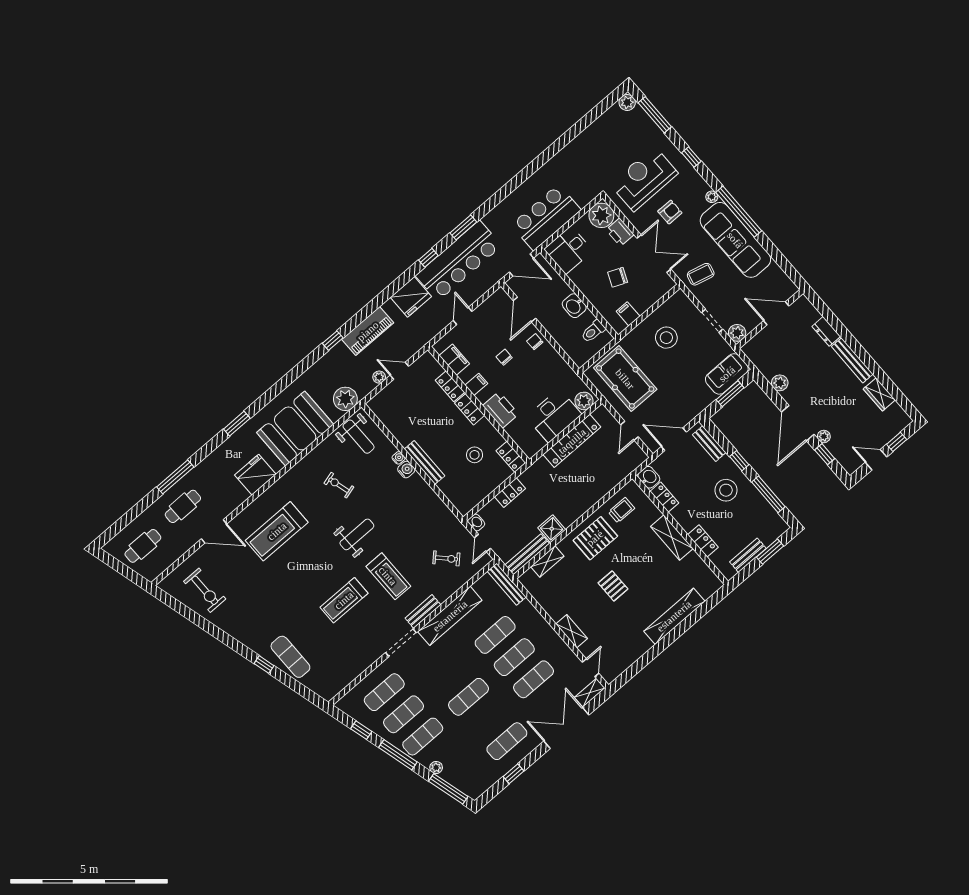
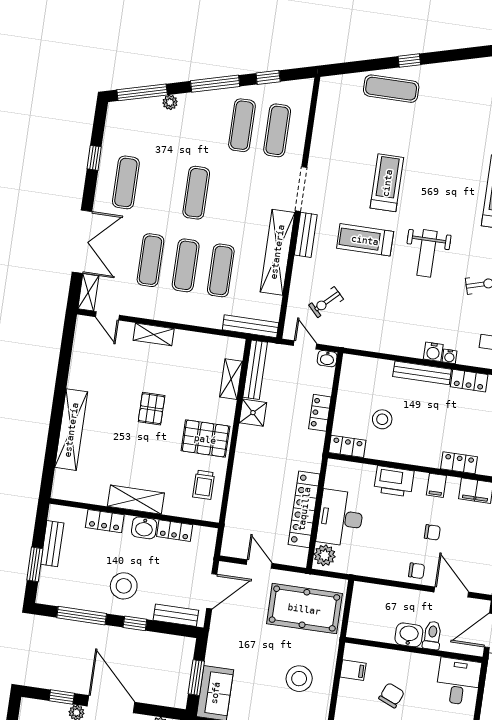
toilet: (593, 331) -> (432, 635), moved
locker: (470, 409) -> (469, 381), moved, turned 180
washbasin: (649, 477) -> (144, 528), moved
pallet: (595, 538) -> (205, 439), turned 90
pallet: (613, 586) -> (152, 409), turned 90
exercise mat: (423, 737) -> (207, 120), removed

